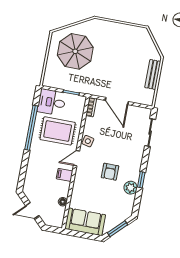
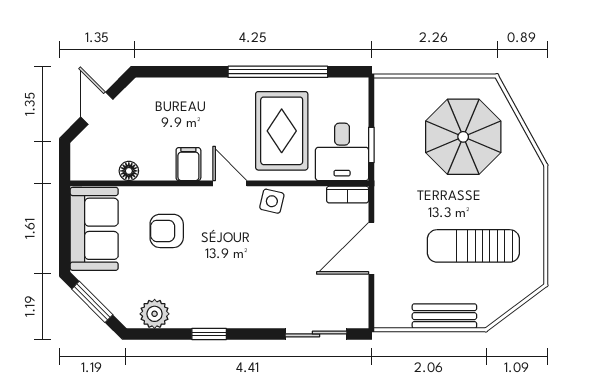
sun lounger: (124, 56) -> (473, 246), added
desk: (52, 102) -> (342, 152), moved, turned 180
armchair: (110, 172) -> (167, 231), moved
plant: (131, 188) -> (155, 314), moved

